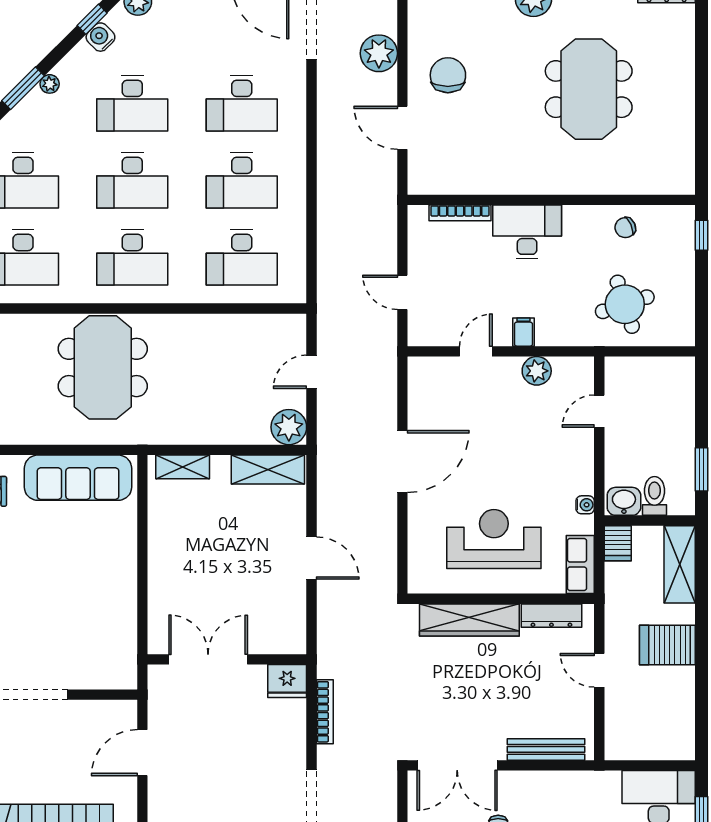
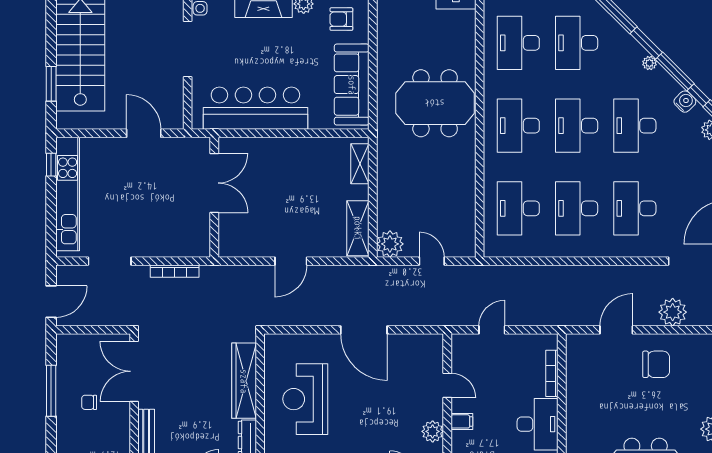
reception desk: (494, 539) -> (305, 399), turned 180
bar counter: (109, 605) -> (255, 108), added
fridge: (287, 681) -> (198, 243), removed

